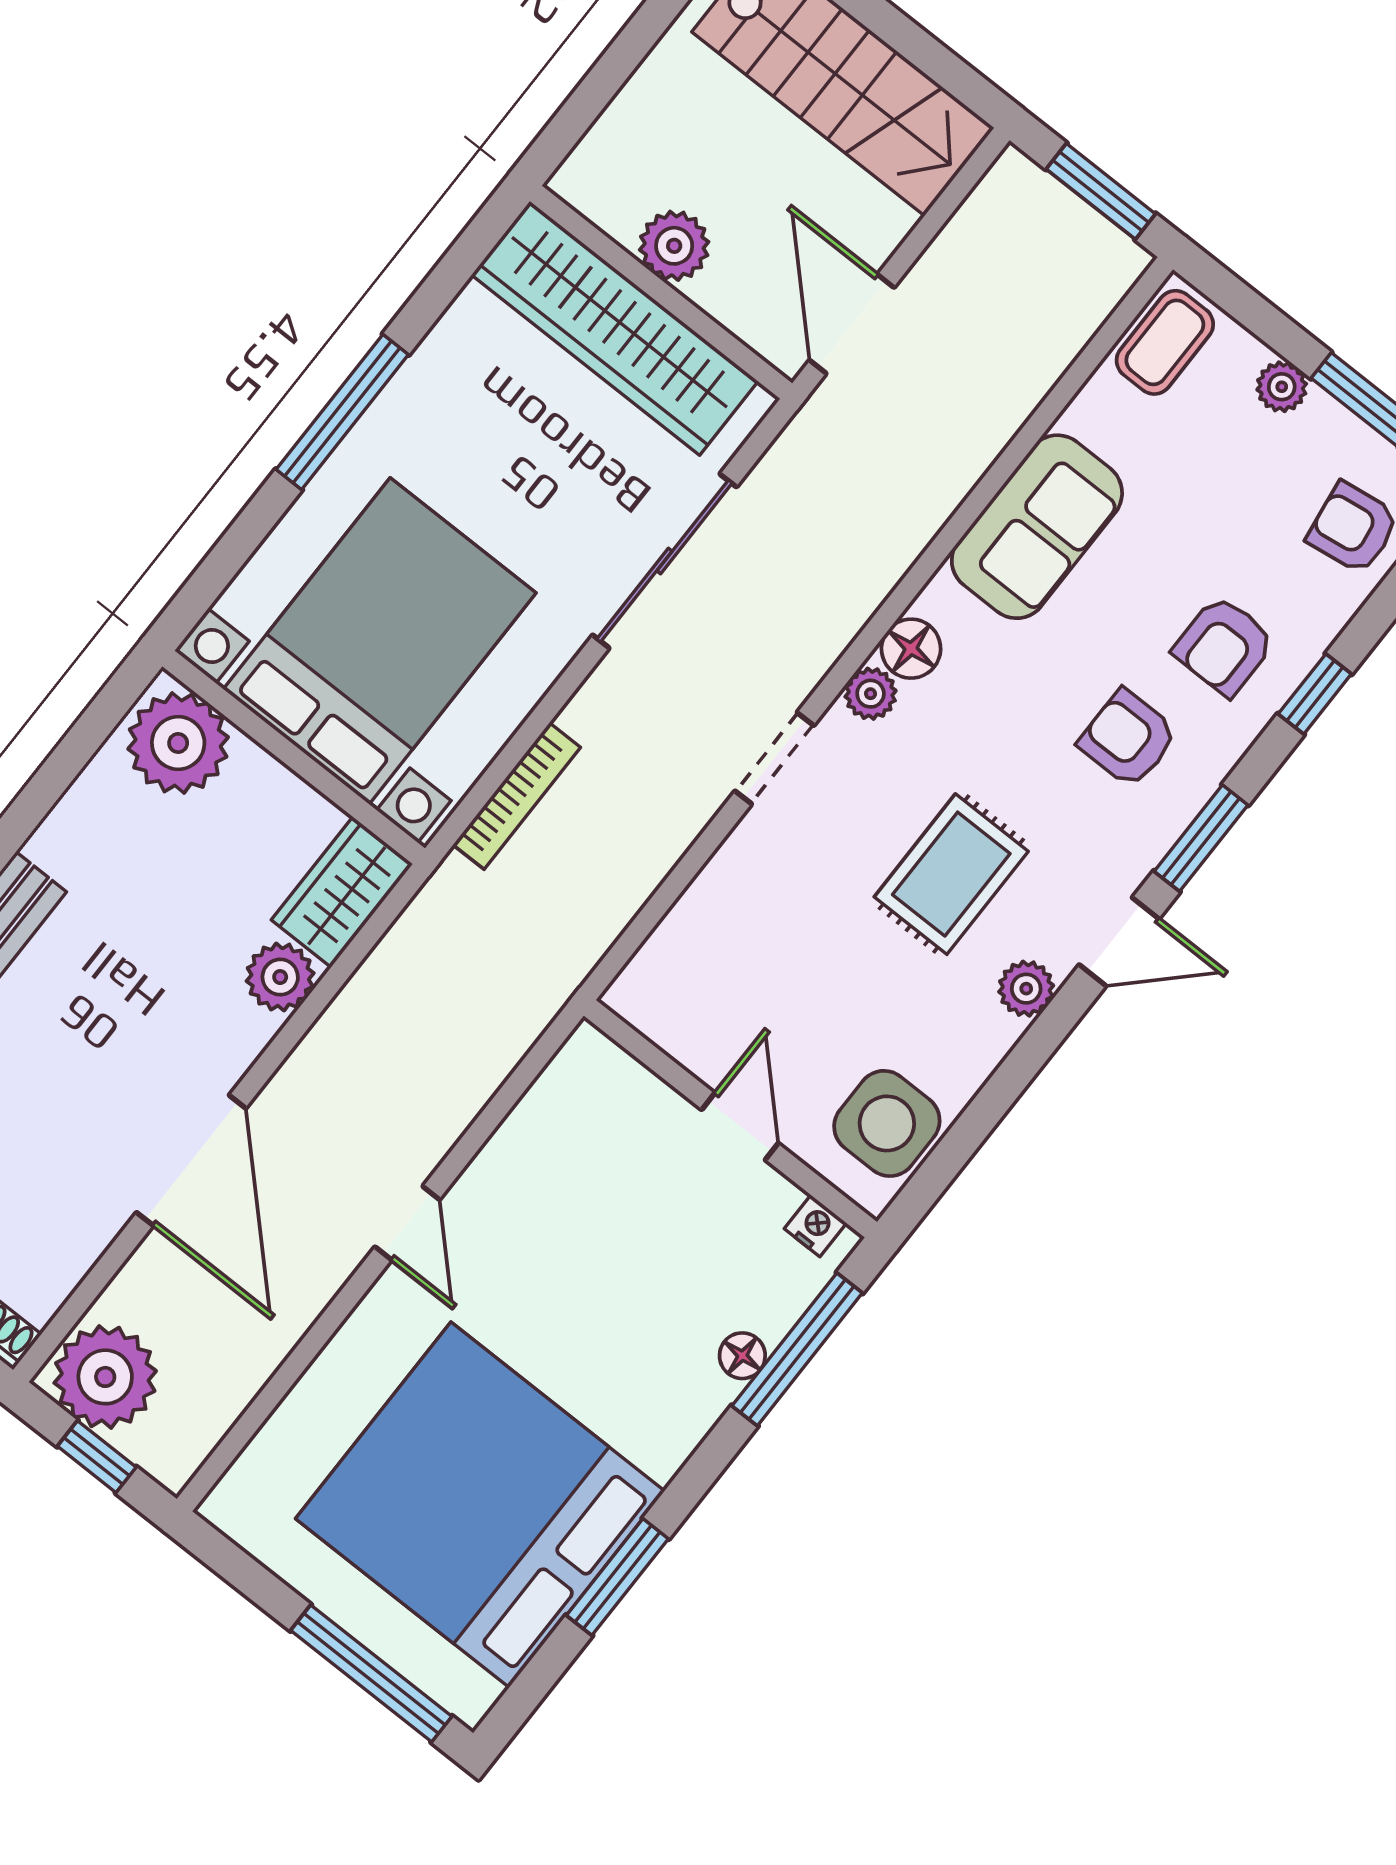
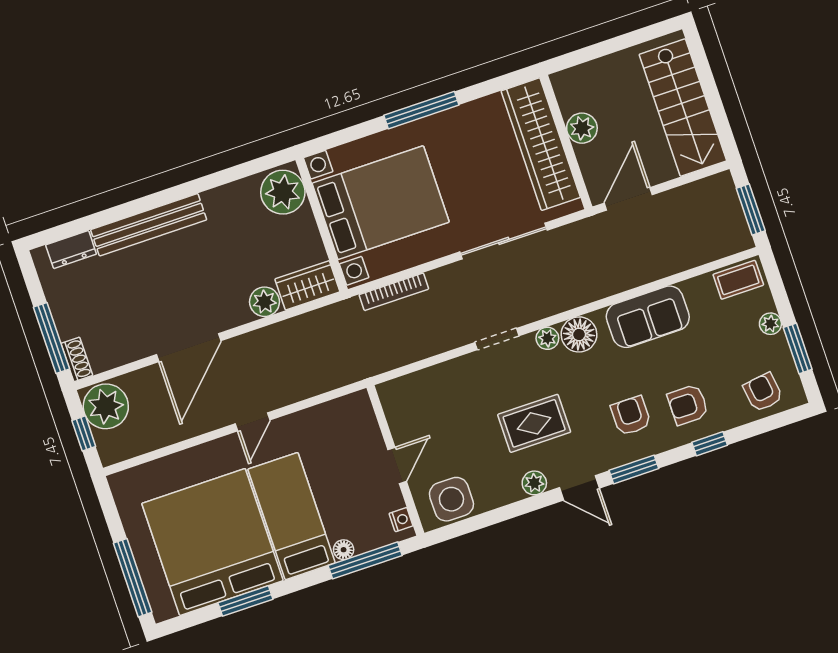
floor lamp: (911, 649) -> (579, 334), width x1.38, depth x1.38
bed: (600, 1356) -> (291, 516), added

